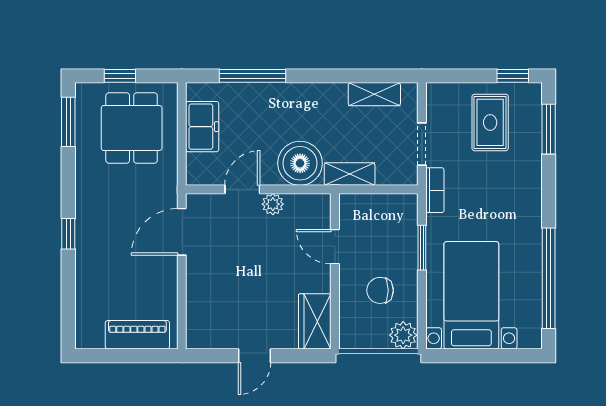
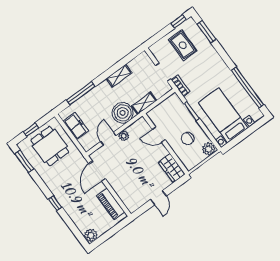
shelving: (374, 94) -> (119, 76), moved
plant: (89, 335) -> (91, 235), added
piano: (137, 335) -> (111, 204), moved, turned -90

